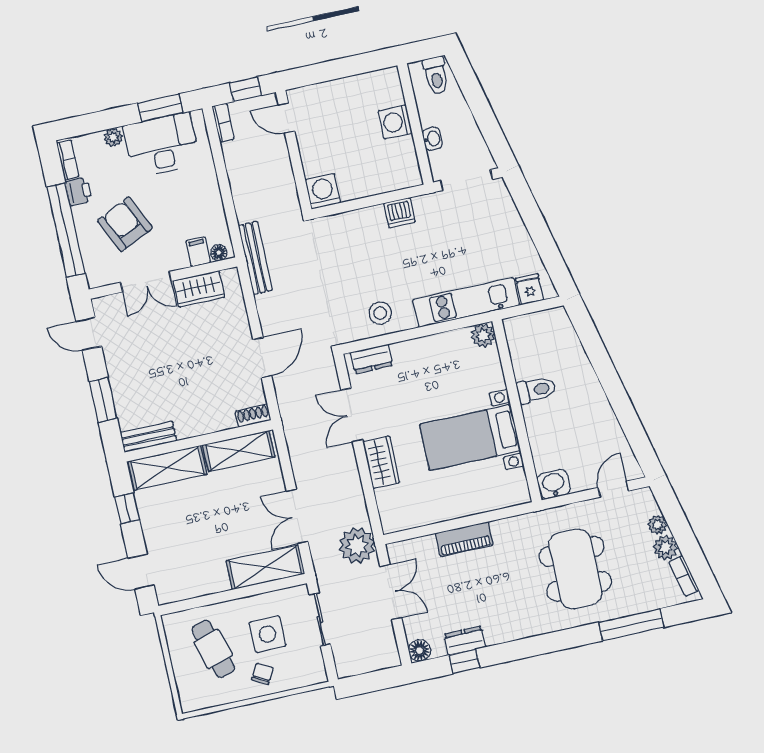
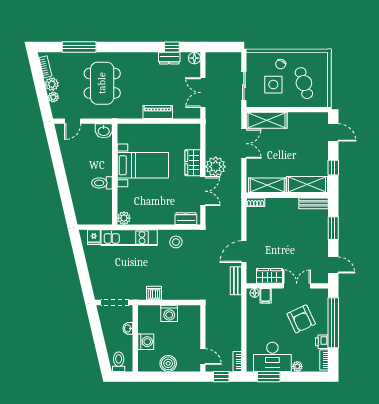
boiler: (346, 92) -> (168, 363), added
washing machine: (323, 191) -> (169, 313), moved
bench: (255, 258) -> (236, 281), width x0.73
door: (262, 358) -> (244, 252), moved
plant: (357, 546) -> (216, 167), moved

